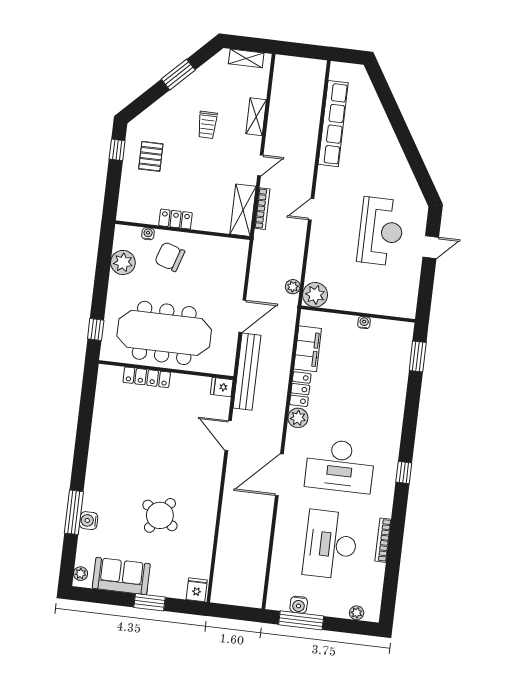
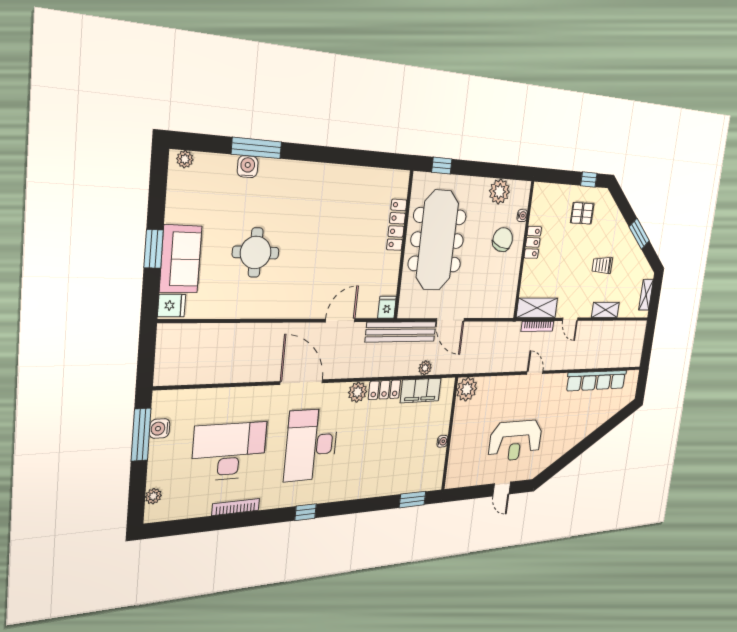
plant: (293, 287) -> (425, 368), moved
round table: (160, 515) -> (256, 252), turned -34
sofa: (121, 576) -> (181, 259), moved

